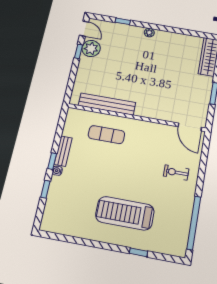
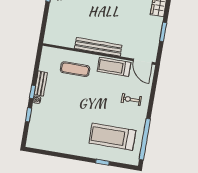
bench: (107, 104) -> (98, 47), moved
treadmill: (155, 133) -> (114, 67), added
treadmill: (125, 213) -> (112, 137), moved

